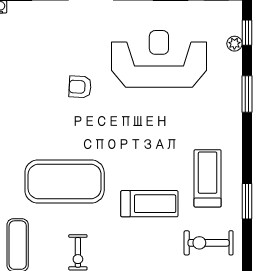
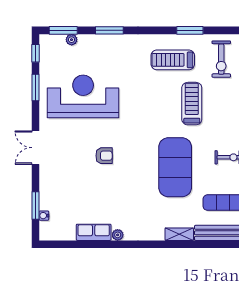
window: (247, 33) -> (63, 30), width x1.50
reception desk: (159, 59) -> (83, 96), turned 90
armchair: (80, 87) -> (104, 156), turned -93

